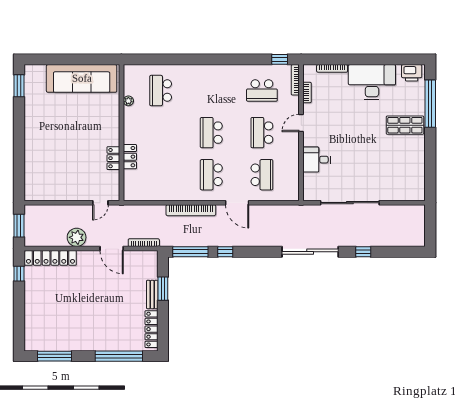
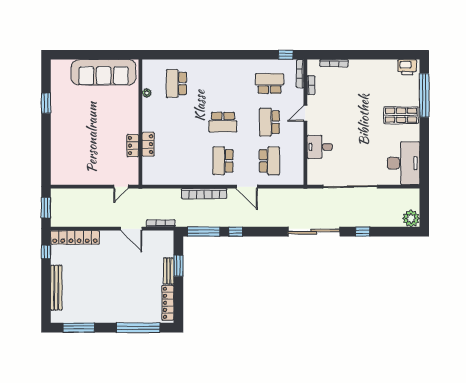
desk: (372, 82) -> (403, 163), moved, turned 90
window: (19, 86) -> (46, 103), moved
school desk: (262, 91) -> (269, 83), turned 180
school desk: (211, 133) -> (223, 122), turned -90
plant: (77, 237) -> (411, 218), moved
bench: (30, 313) -> (56, 288), added

